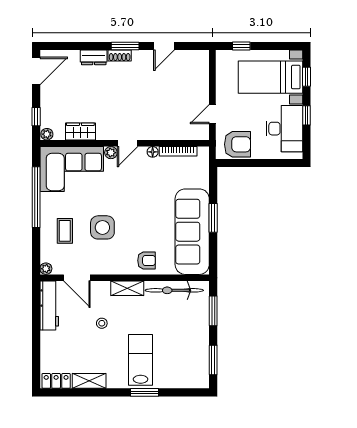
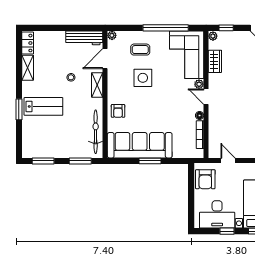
shelving: (127, 288) -> (97, 85), moved

